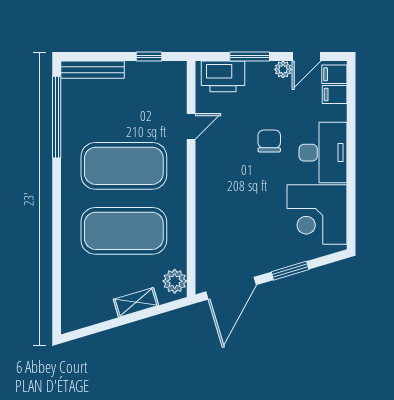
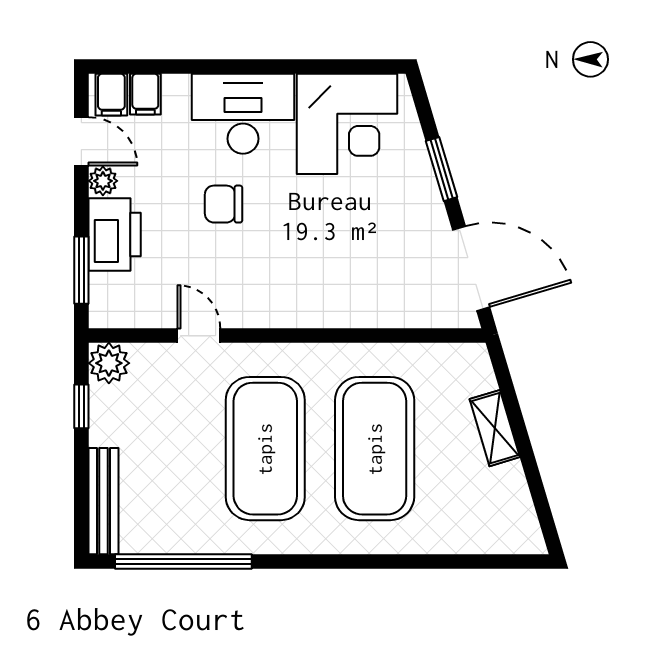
window: (250, 57) -> (81, 270), moved
printer: (223, 76) -> (115, 234), moved
plant: (175, 281) -> (109, 363), moved

